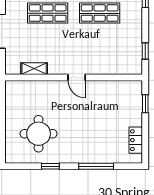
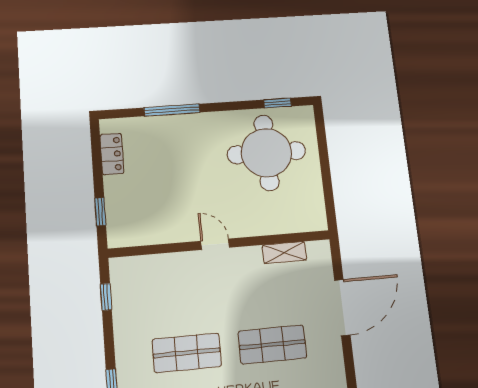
round table: (39, 134) -> (266, 153), width x1.36, depth x1.36
window: (50, 166) -> (278, 103), moved

